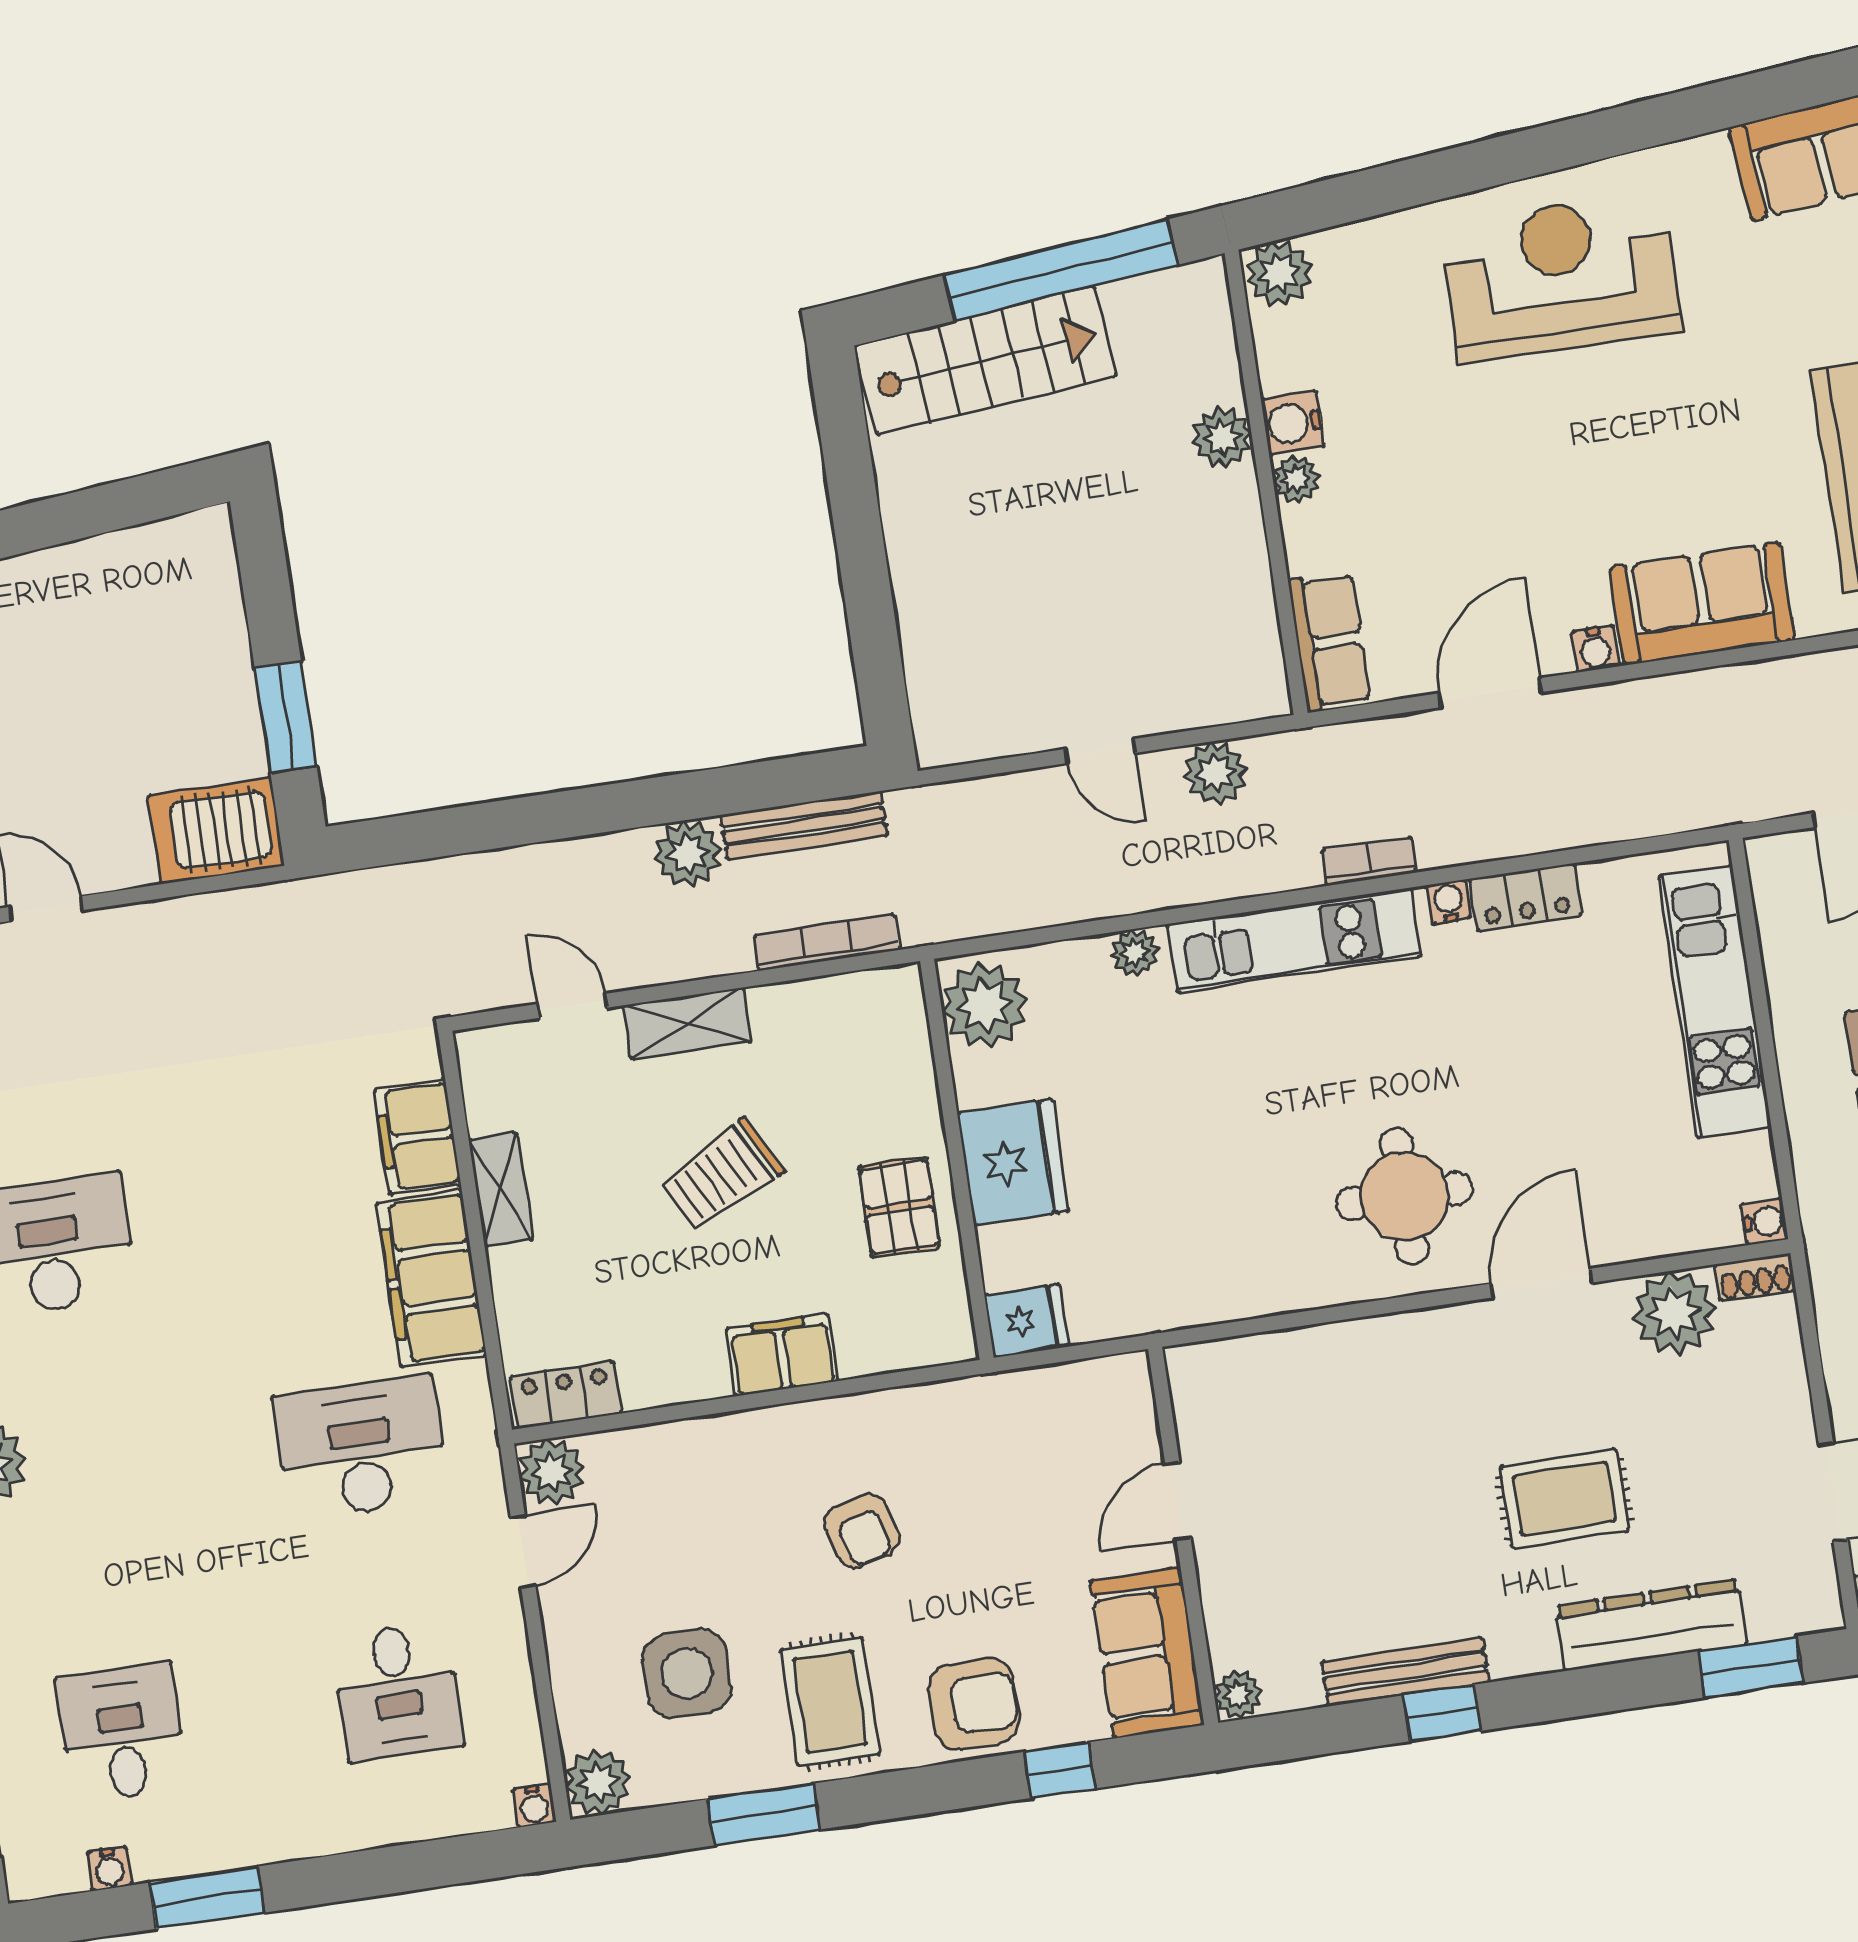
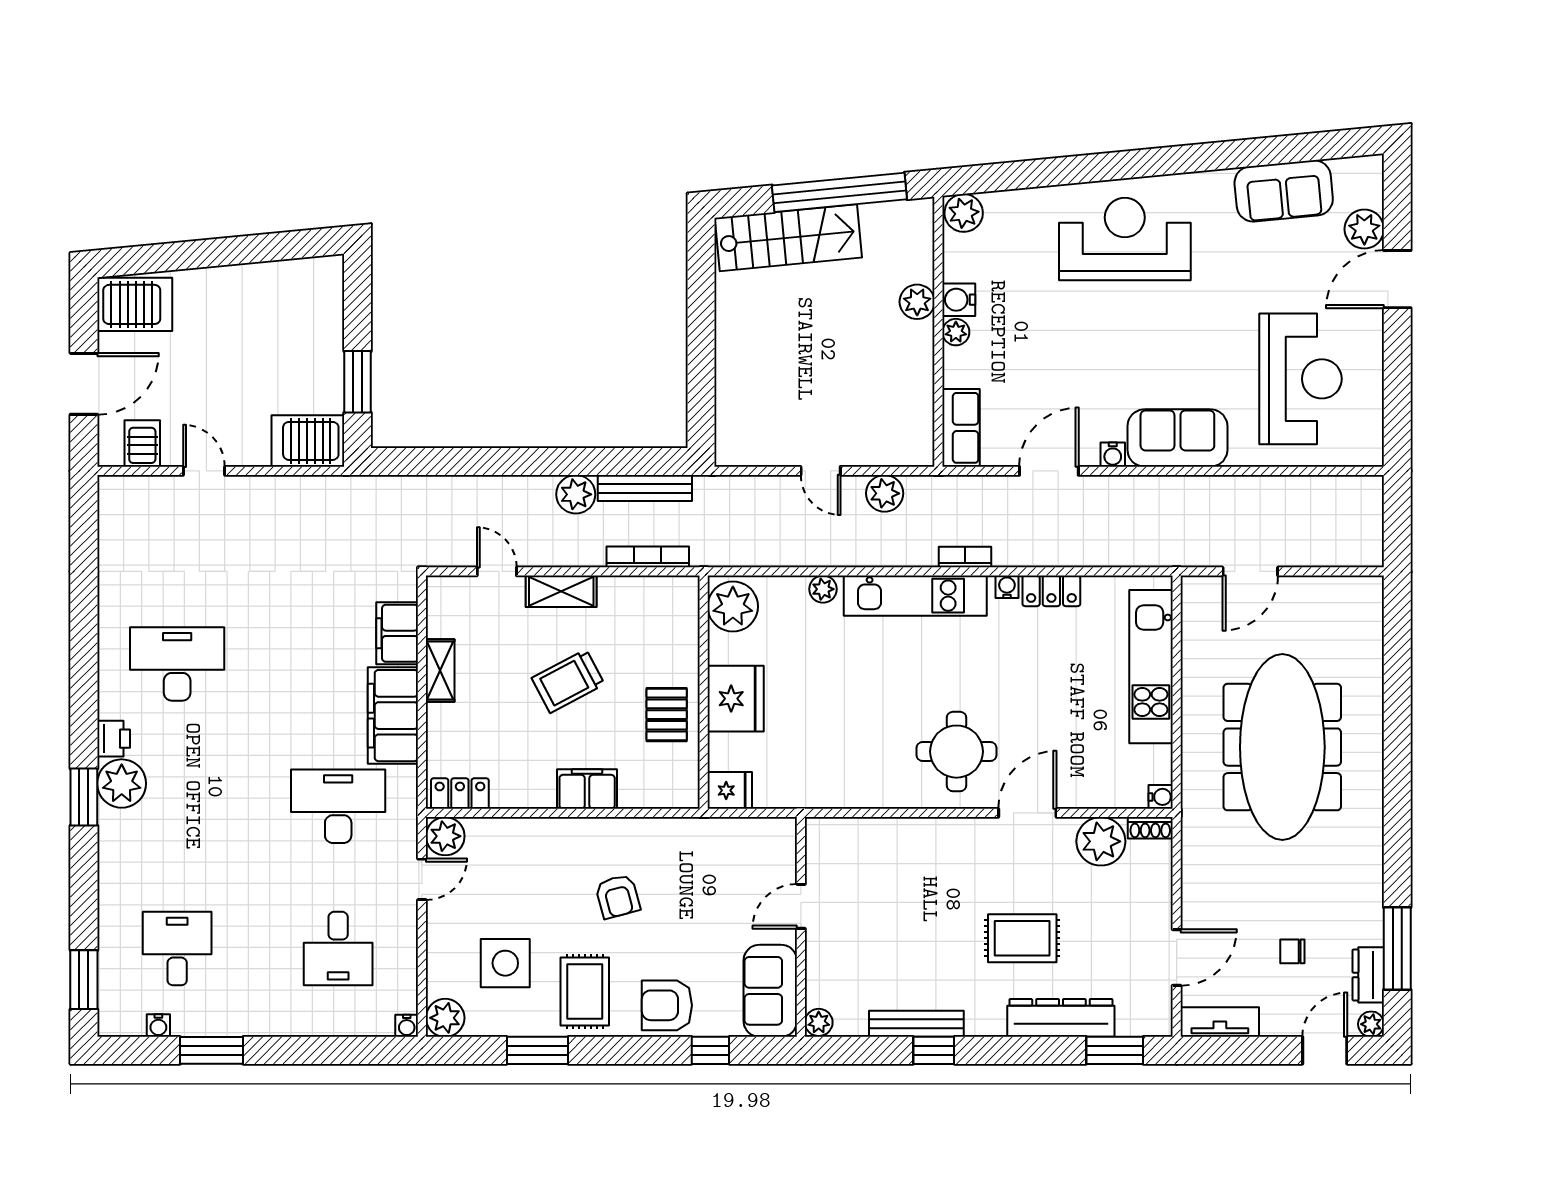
armchair: (974, 1704) -> (667, 1005), turned 180

